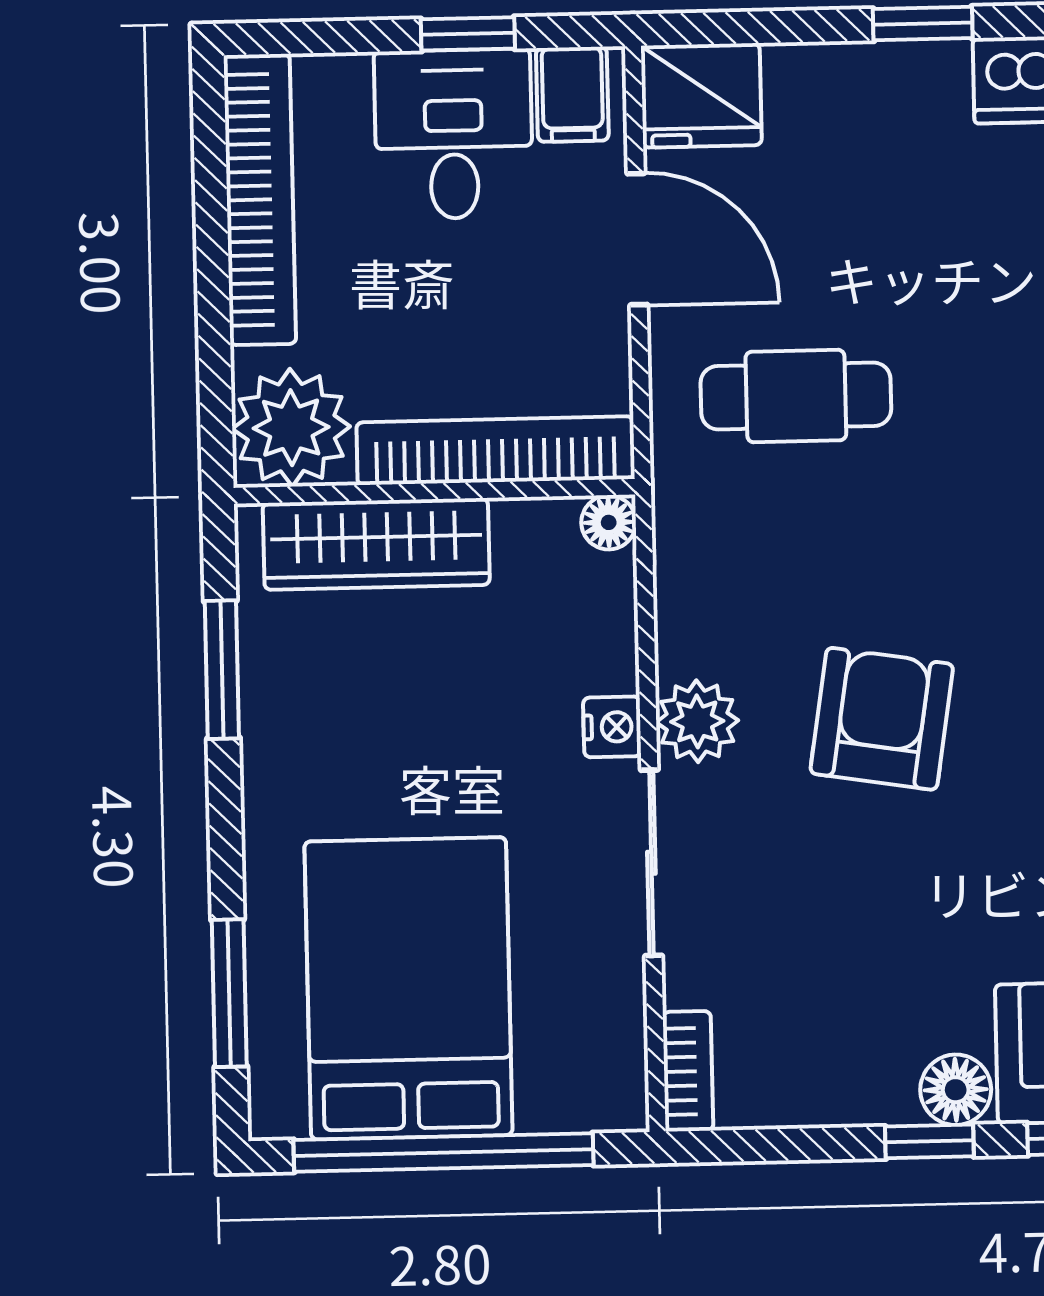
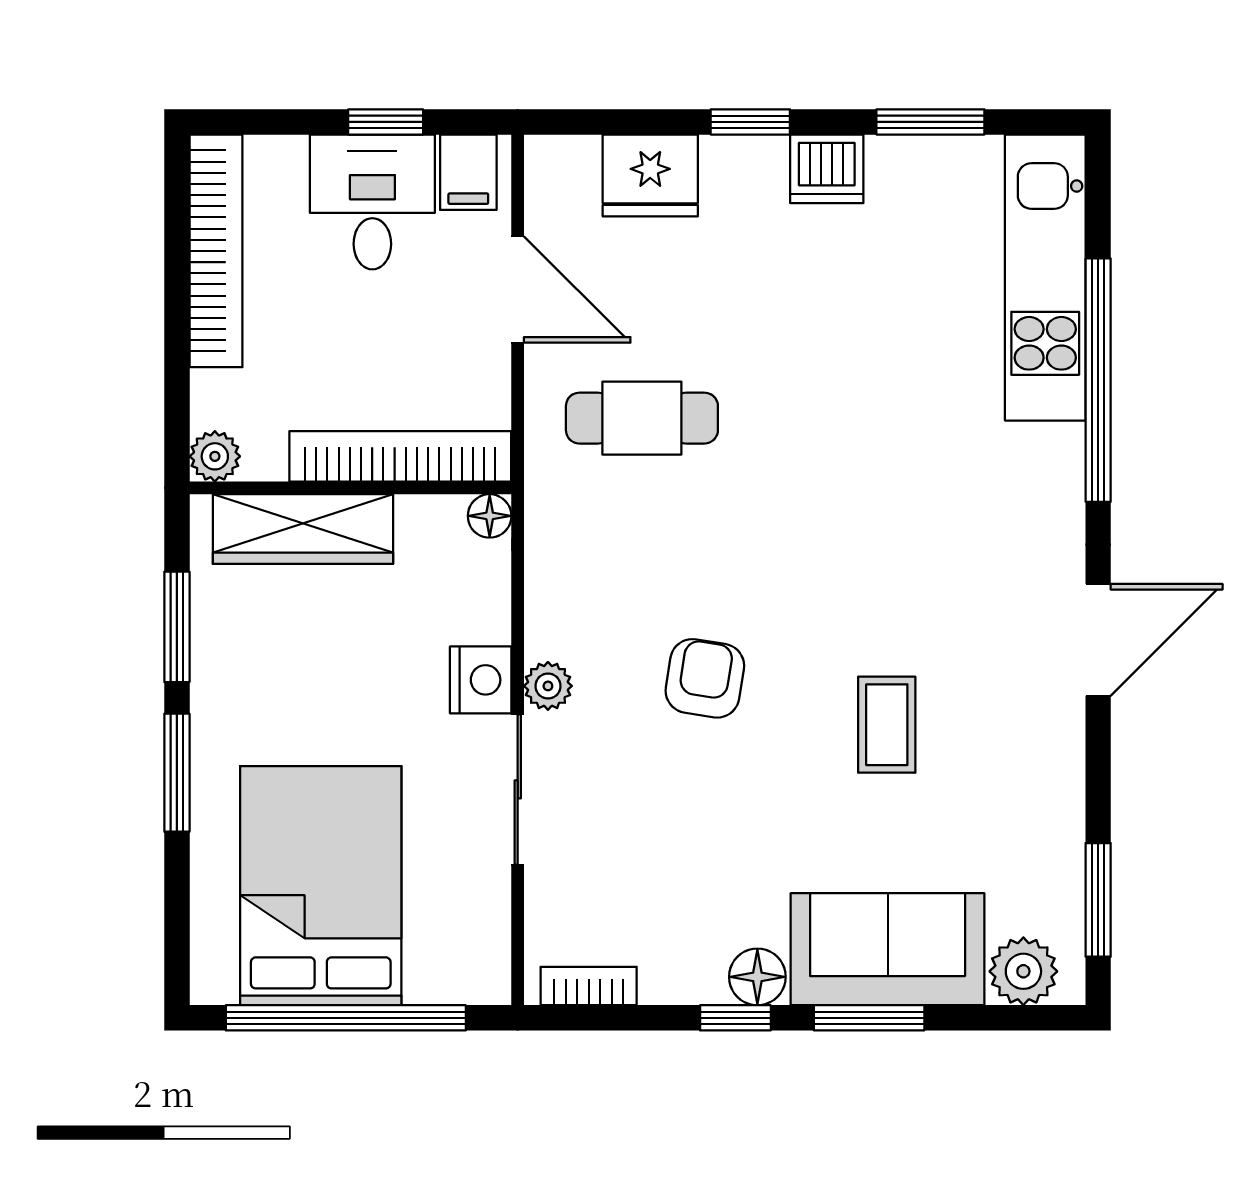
fridge: (701, 95) -> (650, 175), moved
plant: (291, 428) -> (215, 456), width x0.53, depth x0.53
armchair: (882, 719) -> (705, 678), width x0.72, depth x0.72
plant: (697, 721) -> (548, 686), width x0.73, depth x0.73
nightstand: (612, 727) -> (481, 680), width x1.39, depth x1.35
window: (229, 993) -> (177, 773), moved
bookcase: (688, 1071) -> (589, 986), moved, turned -90

